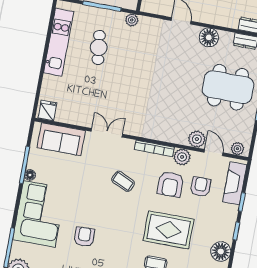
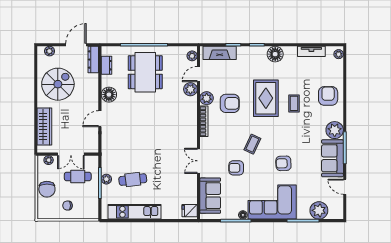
plant: (132, 20) -> (106, 179), moved
coffee table: (123, 181) -> (252, 144), moved
armchair: (201, 187) -> (236, 168), moved

